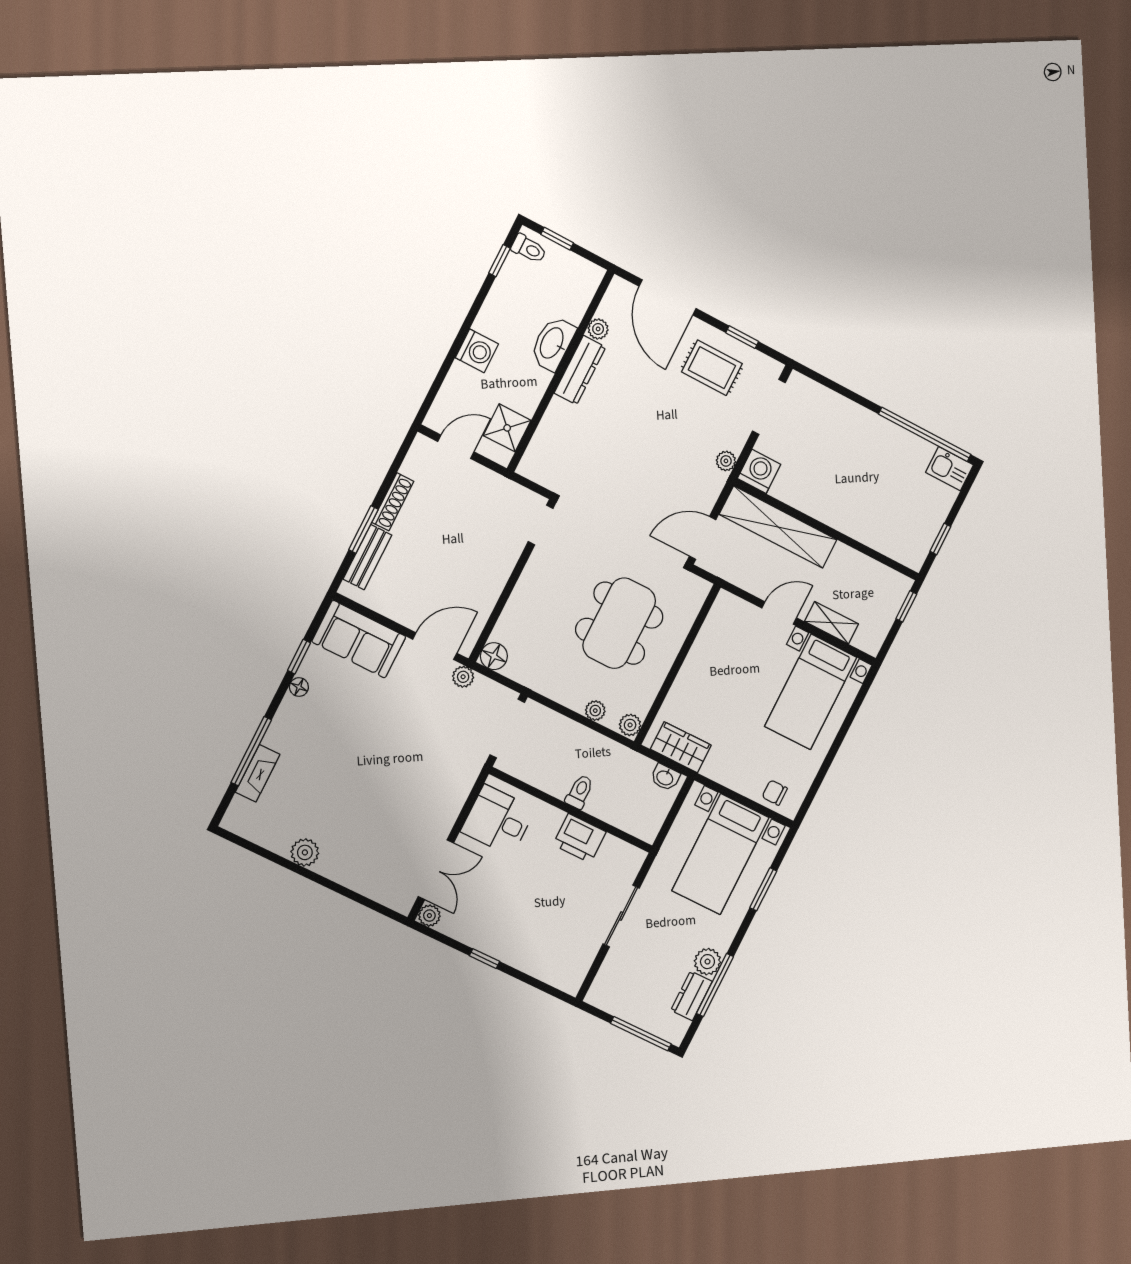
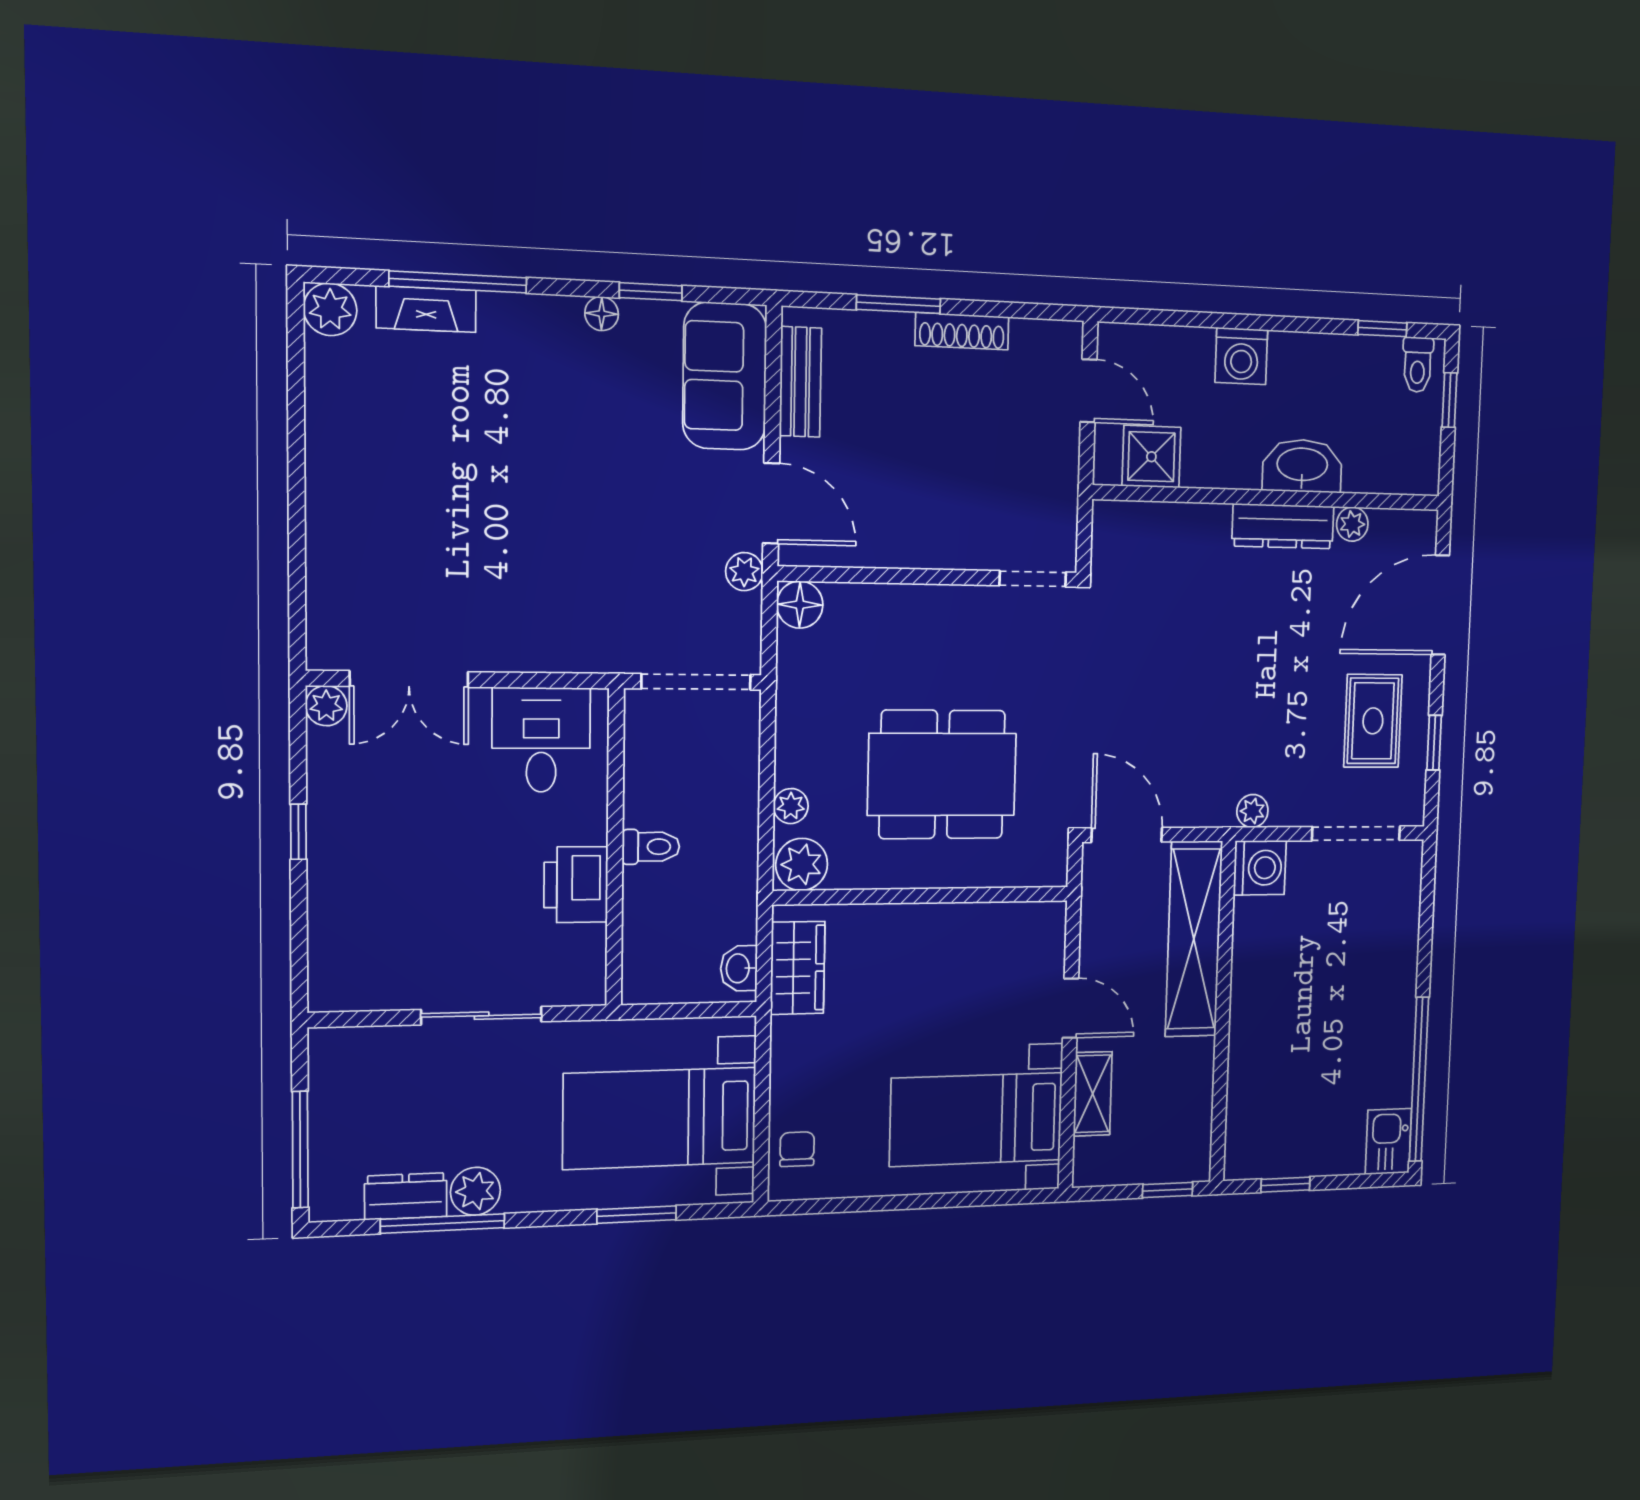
bench: (367, 557) -> (800, 382), moved, turned 90
plant: (630, 725) -> (802, 864), width x1.38, depth x1.38
plant: (305, 852) -> (330, 309), moved

